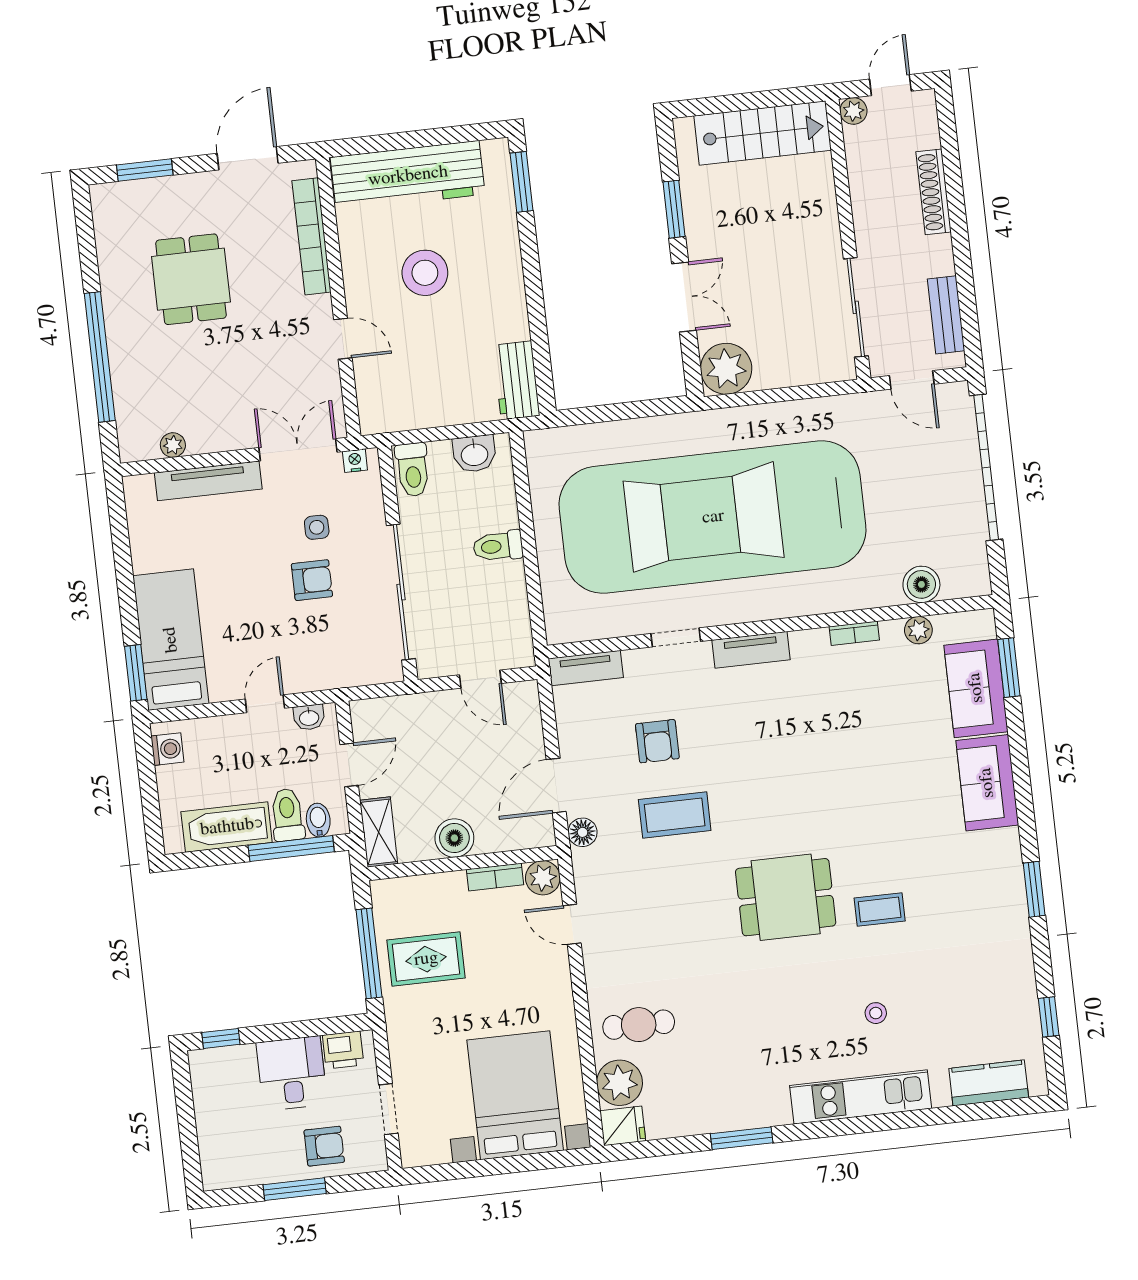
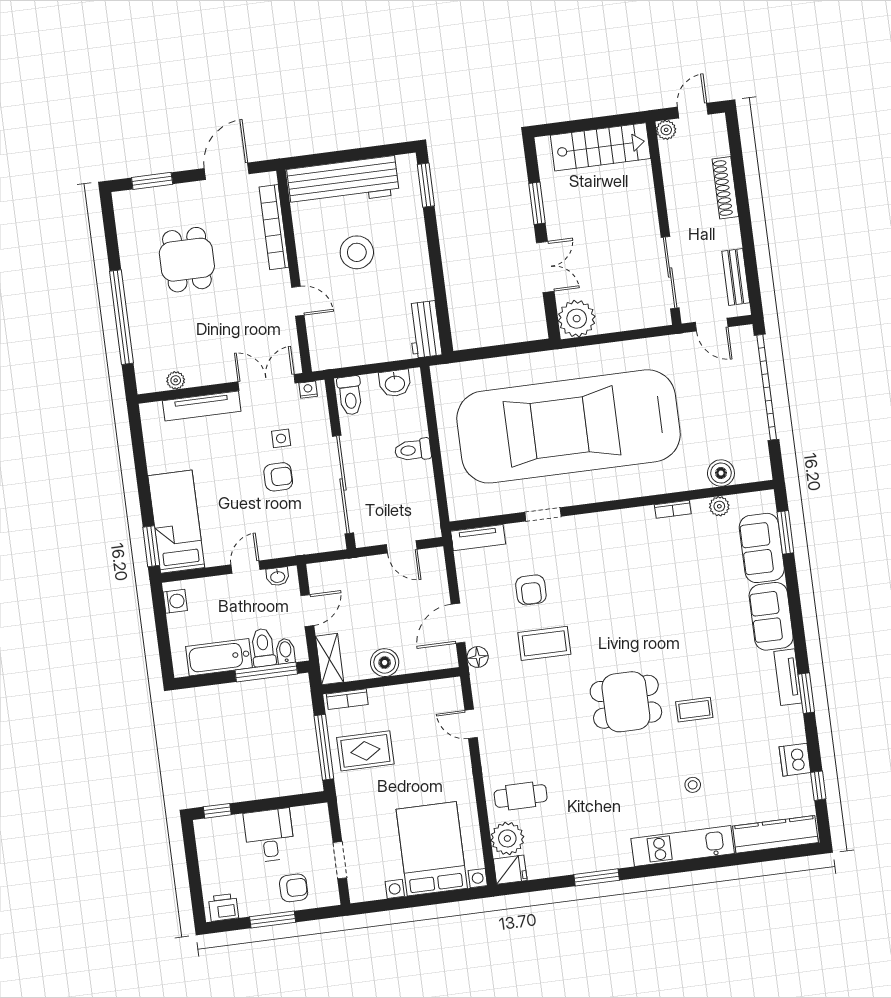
tv unit: (751, 650) -> (788, 677), moved, turned 90
bookcase: (495, 877) -> (347, 699), moved
plant: (543, 878) -> (449, 690), removed
dishwasher: (1017, 981) -> (795, 760), added
printer: (343, 1050) -> (223, 907), moved, turned 180
kitchen counter: (989, 1083) -> (775, 834), width x1.50

